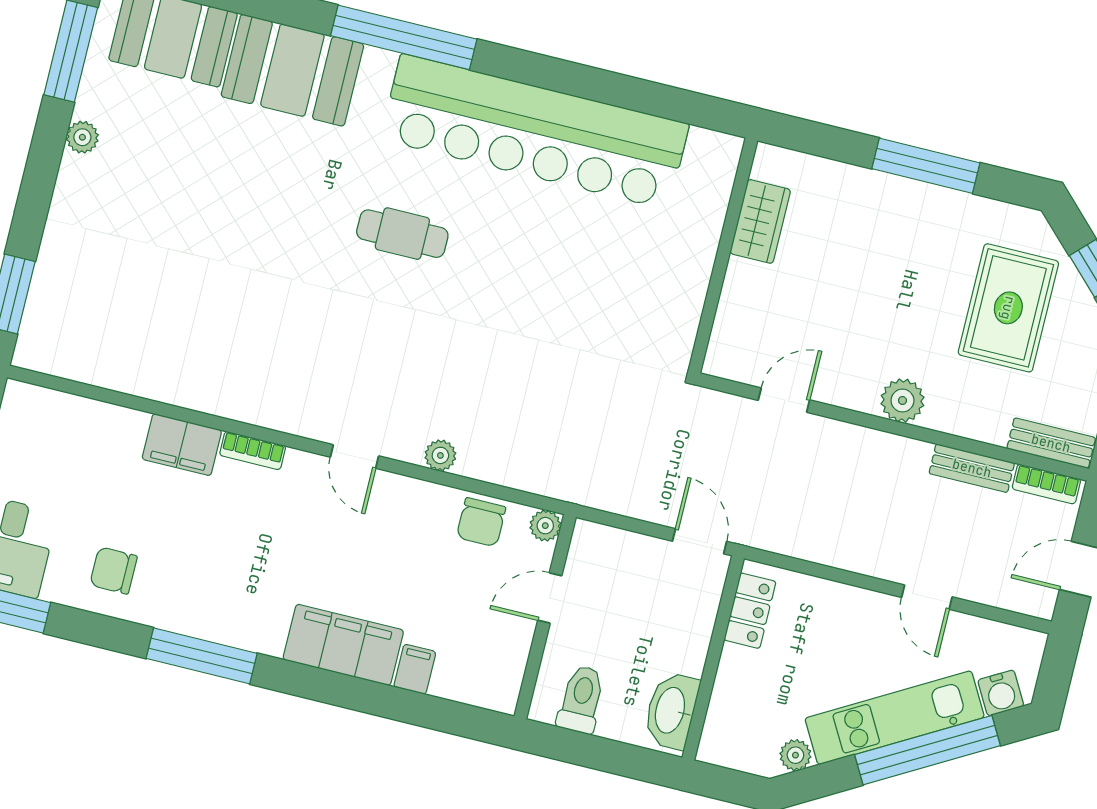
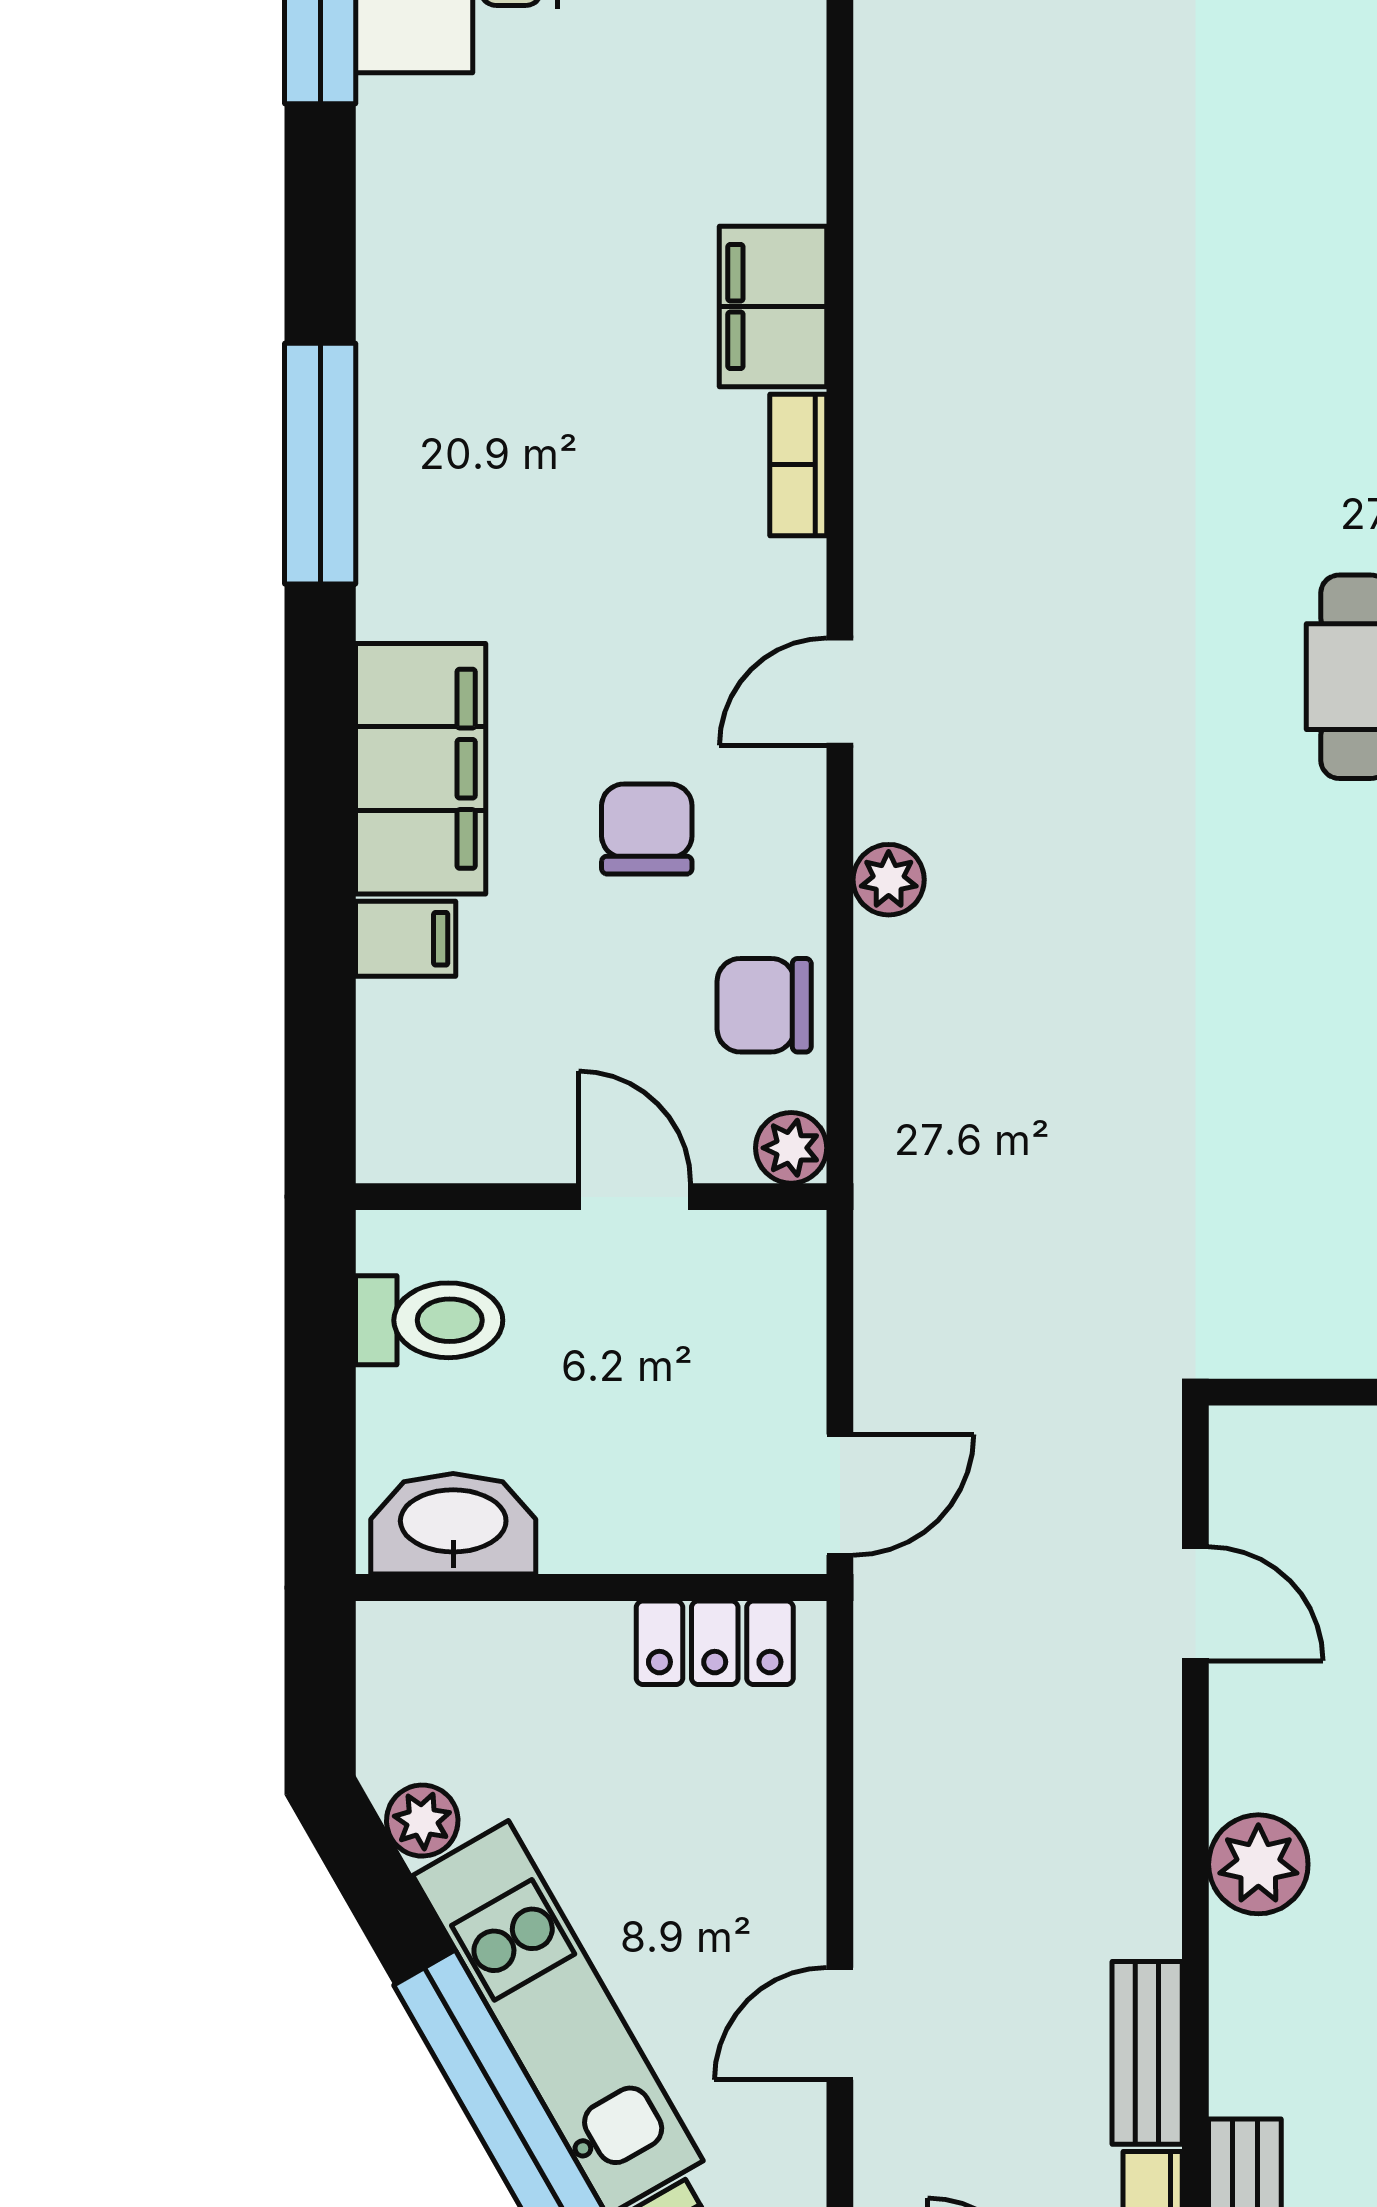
chair: (114, 570) -> (647, 829), moved

